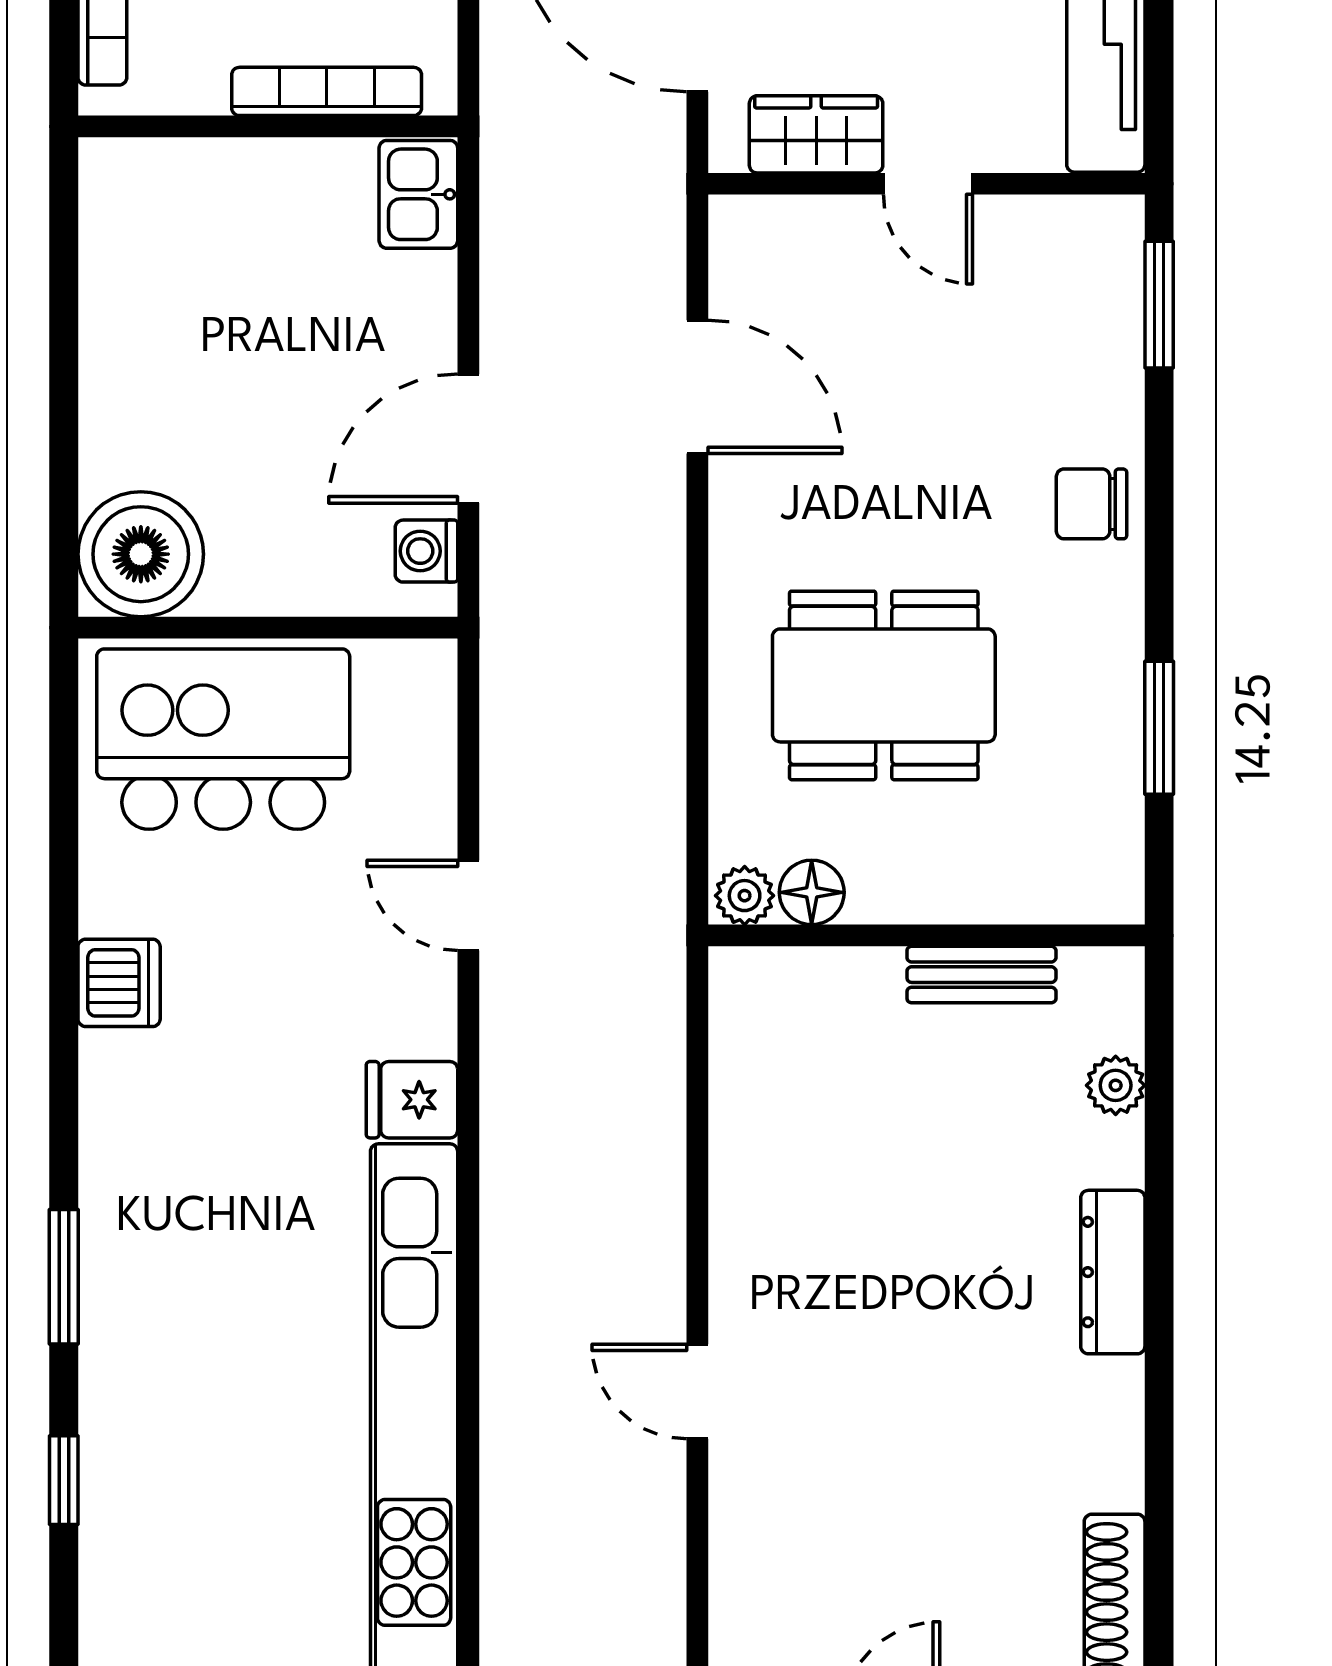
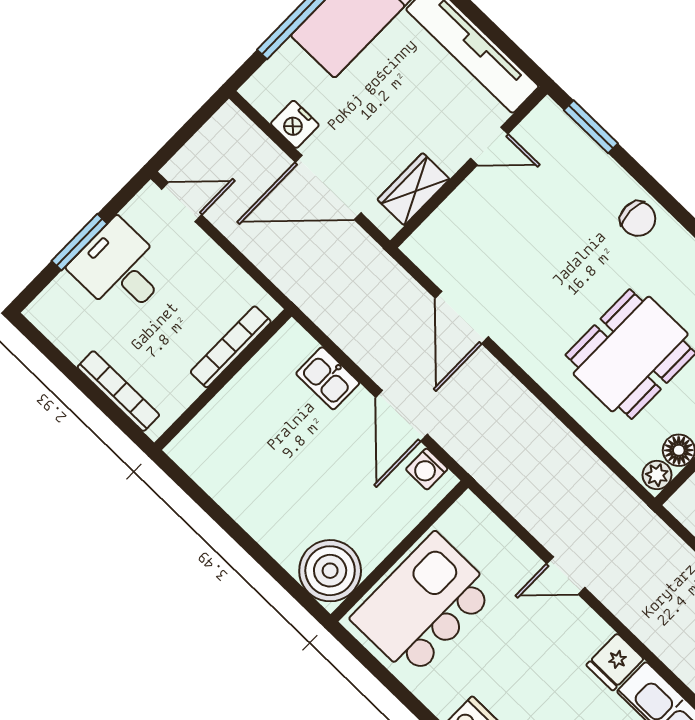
door: (928, 184) -> (489, 146), moved
kitchen sink: (418, 194) -> (328, 378), moved
door: (697, 387) -> (462, 317), swing flipped
chair: (1092, 504) -> (638, 219), turned -90

